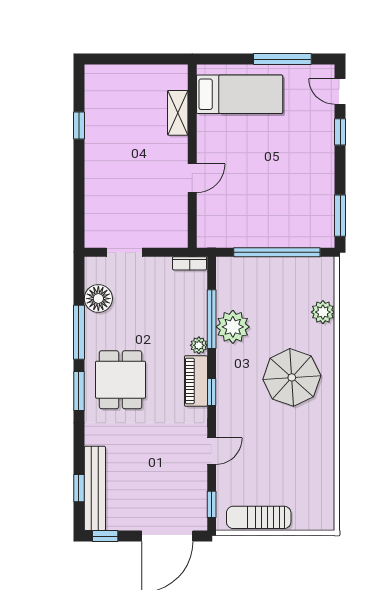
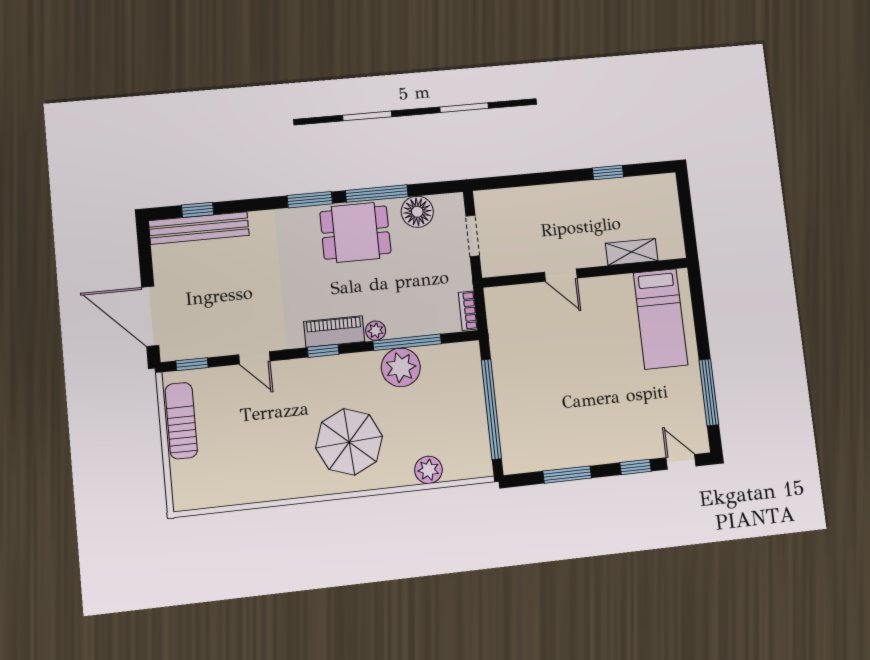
door: (340, 91) -> (681, 462), hinge flipped
bed: (240, 94) -> (660, 319), moved
shelving: (178, 113) -> (632, 252), moved
wall: (192, 156) -> (585, 273), moved
door: (192, 178) -> (561, 275), moved
window: (340, 216) -> (567, 475), moved
dining table: (121, 380) -> (355, 232), moved
window: (105, 536) -> (144, 245), removed

